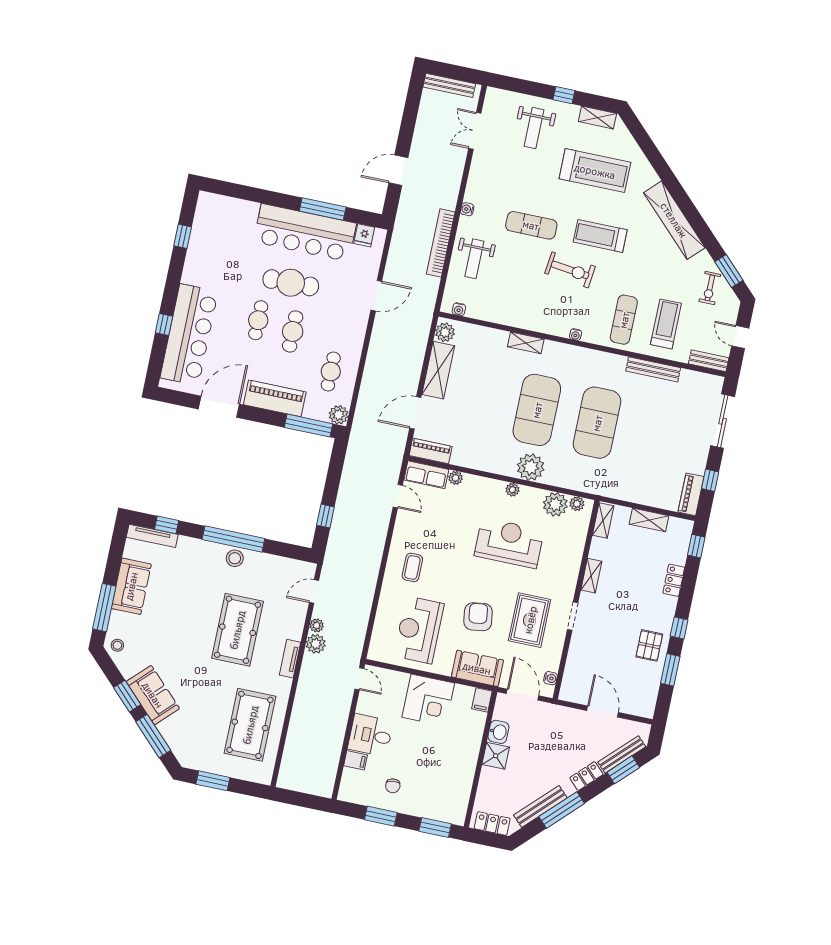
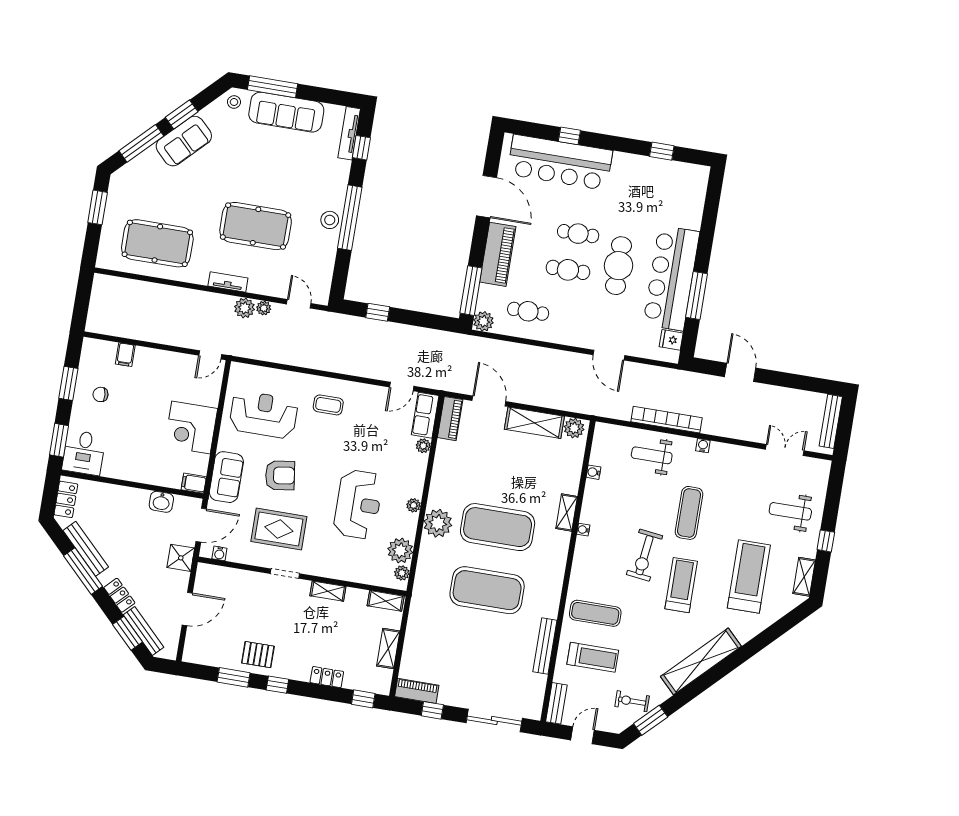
treadmill: (595, 171) -> (749, 577), turned 180
water cooler: (459, 309) -> (593, 472), moved
water cooler: (575, 335) -> (583, 530), moved
sofa: (131, 586) -> (286, 112), width x1.36
desk: (370, 735) -> (84, 453), moved, turned 180
shower: (496, 756) -> (181, 558), moved

